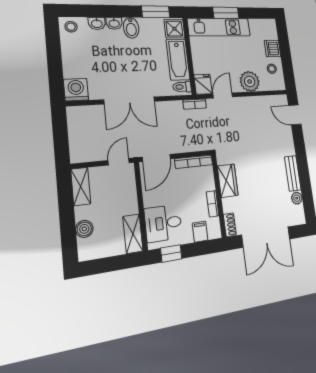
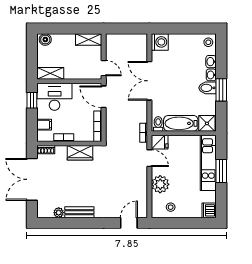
window: (156, 12) -> (221, 90), moved
dishwasher: (273, 49) -> (209, 210), moved, turned -90
desk: (163, 223) -> (55, 97), width x1.37
boiler: (84, 229) -> (45, 39), moved

